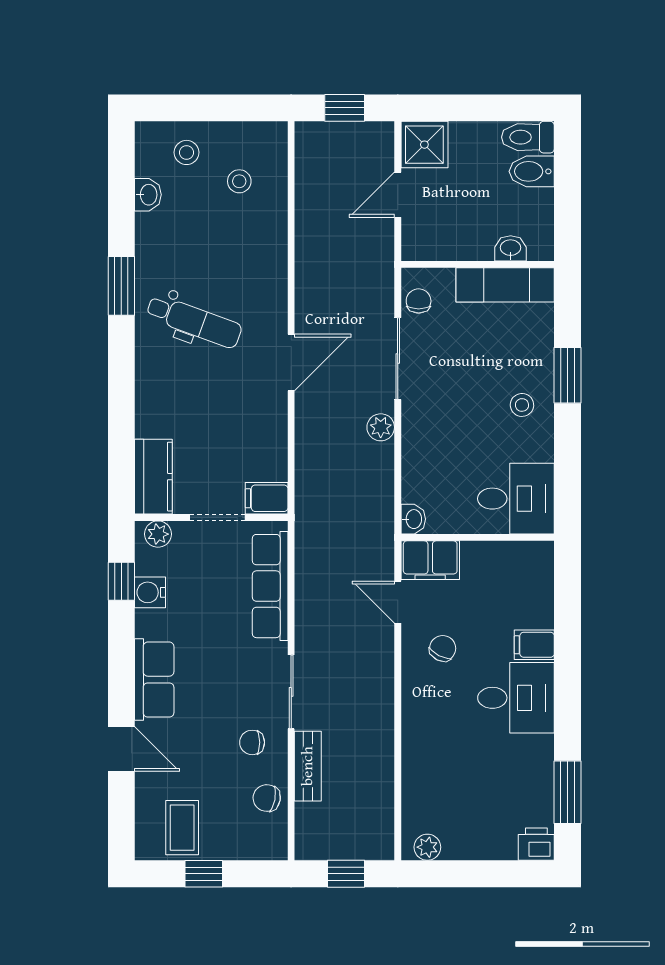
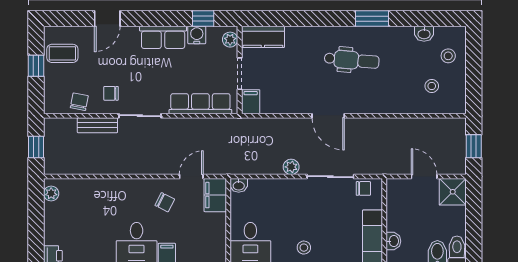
dental chair: (194, 321) -> (352, 60), turned -105
row of seats: (154, 680) -> (163, 37), moved
chair: (252, 742) -> (111, 93), turned -90

